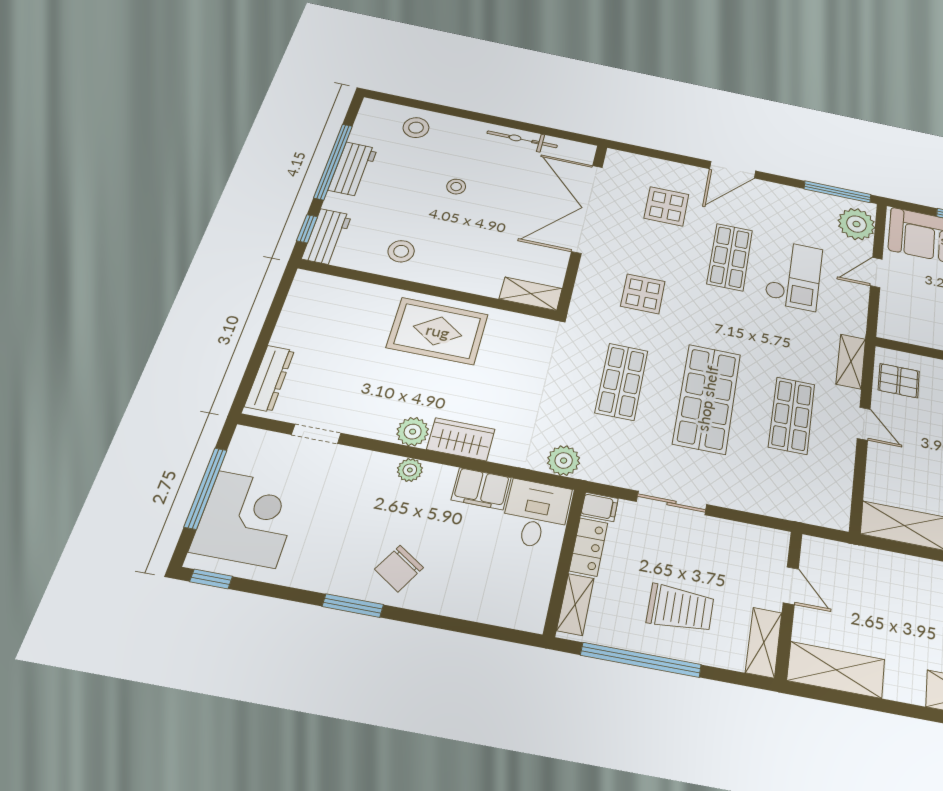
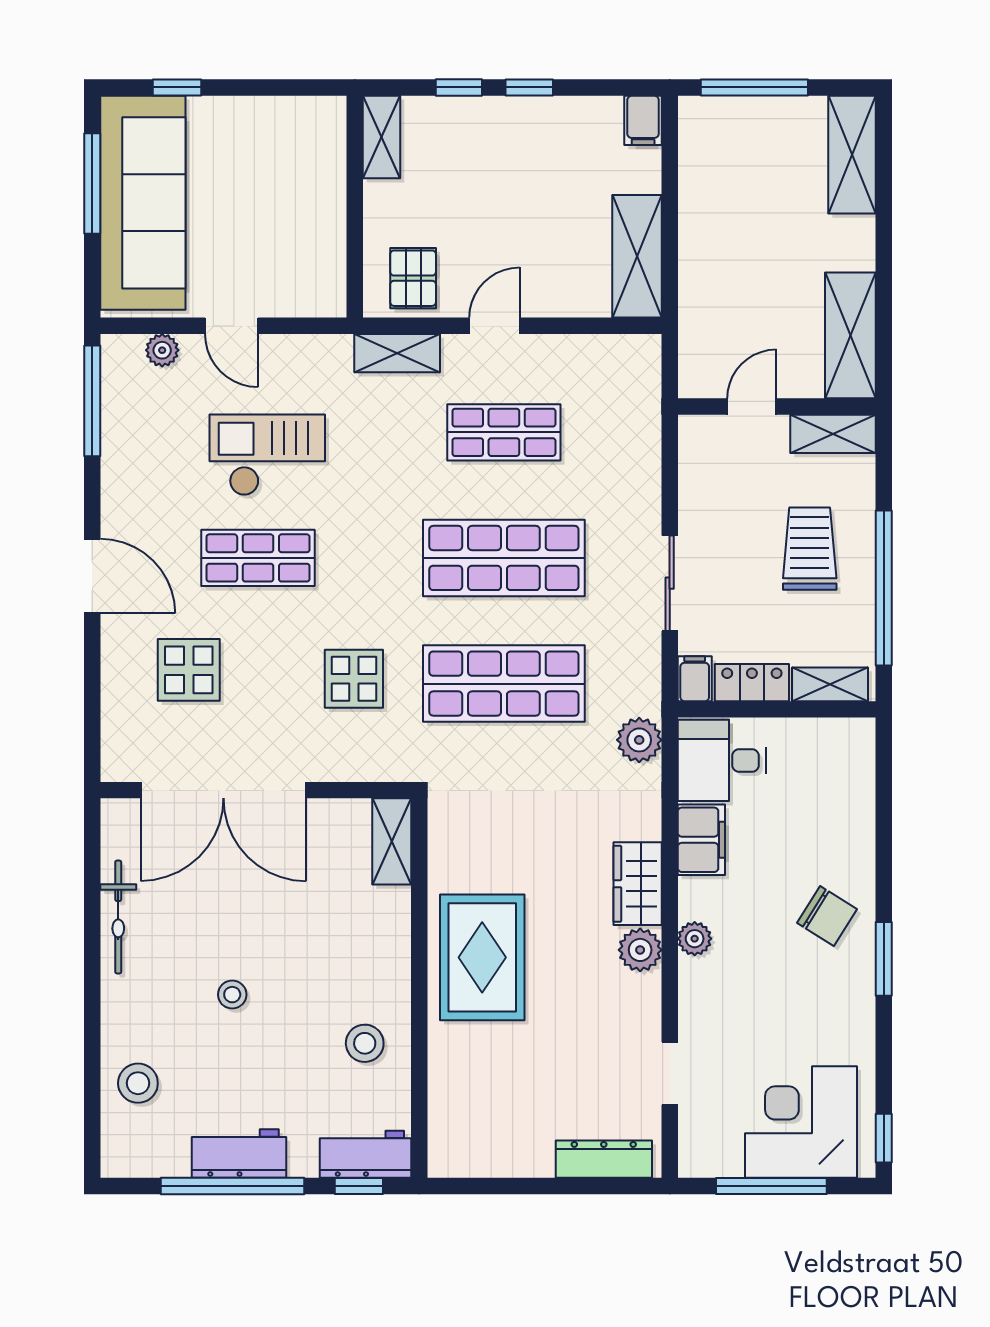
plant: (856, 224) -> (162, 350), width x0.53, depth x0.53
shop shelf: (622, 381) -> (504, 684), width x1.43, depth x1.36

